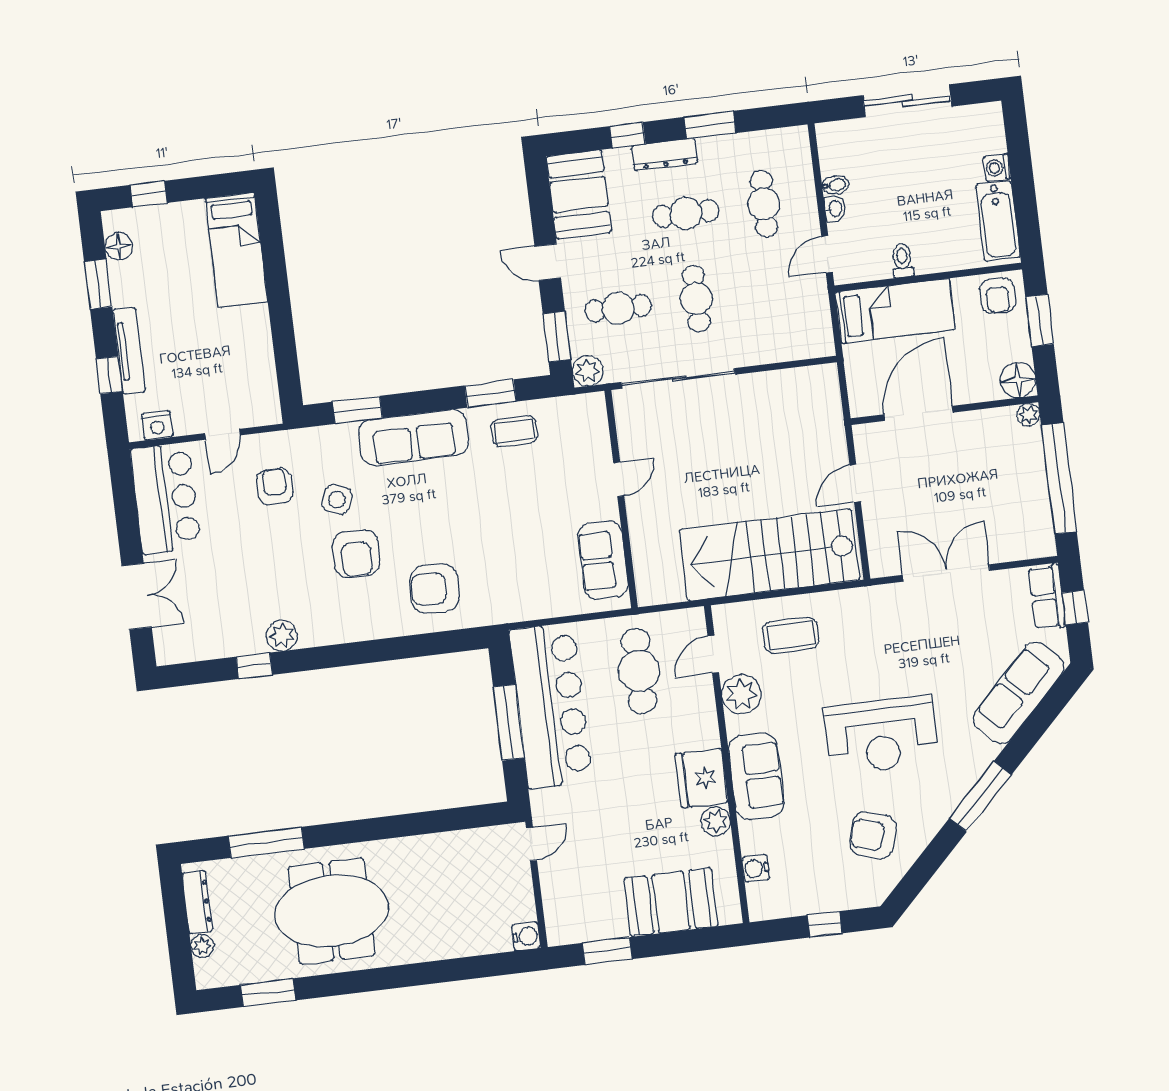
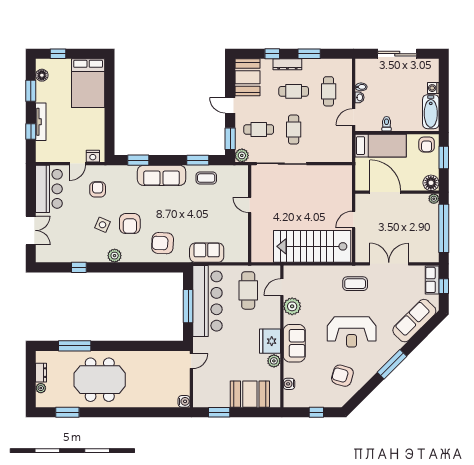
bed: (236, 250) -> (88, 83), width x1.50
door: (918, 413) -> (385, 192), hinge flipped
nightstand: (157, 425) -> (93, 156), moved
door: (619, 479) -> (250, 205), swing flipped
side table: (337, 500) -> (102, 225), moved
sofa: (603, 560) -> (207, 253), moved, turned 90
coffee table: (791, 635) -> (355, 284), moved
plant: (282, 636) -> (115, 256), moved
dresser: (197, 902) -> (41, 373), width x0.70

